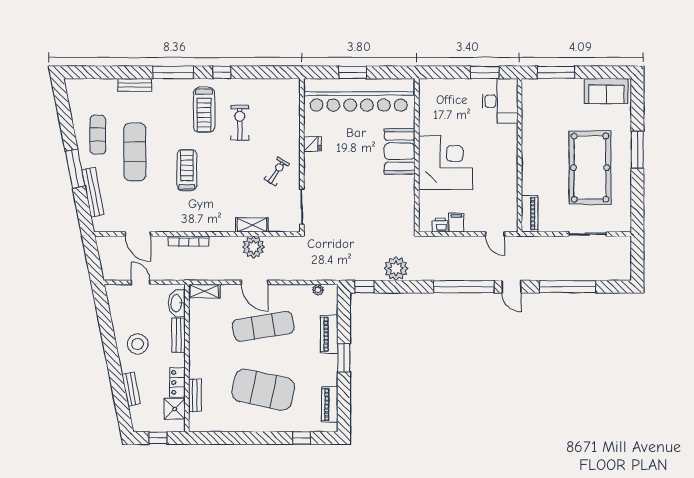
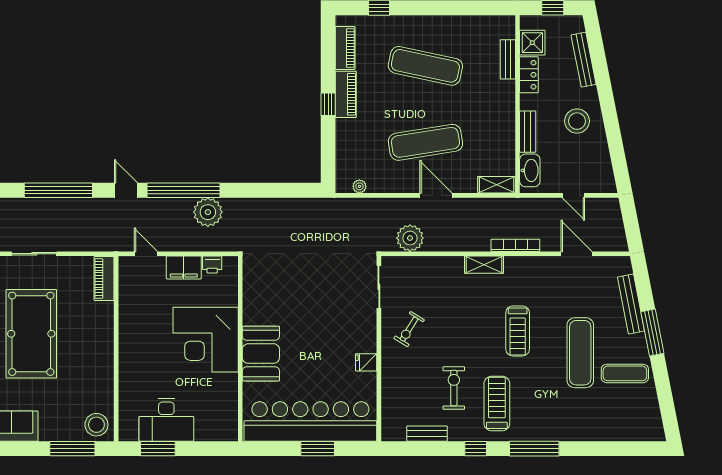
bench: (135, 85) -> (427, 434), moved
stool: (536, 92) -> (96, 425), added
desk: (500, 101) -> (166, 420), moved, turned -90
exercise bike: (240, 123) -> (454, 388), turned 180
exercise mat: (98, 135) -> (625, 373), turned 90
filing cabinet: (456, 223) -> (184, 267), width x2.00
shelving: (252, 225) -> (484, 265), moved
plant: (253, 247) -> (410, 238), moved
plant: (396, 268) -> (208, 212), moved
window: (364, 287) -> (303, 190), removed
piano: (329, 334) -> (346, 94), moved
window: (344, 358) -> (328, 104), width x0.67
bench: (131, 389) -> (584, 60), width x1.36
exercise mat: (263, 390) -> (425, 66), width x0.68

